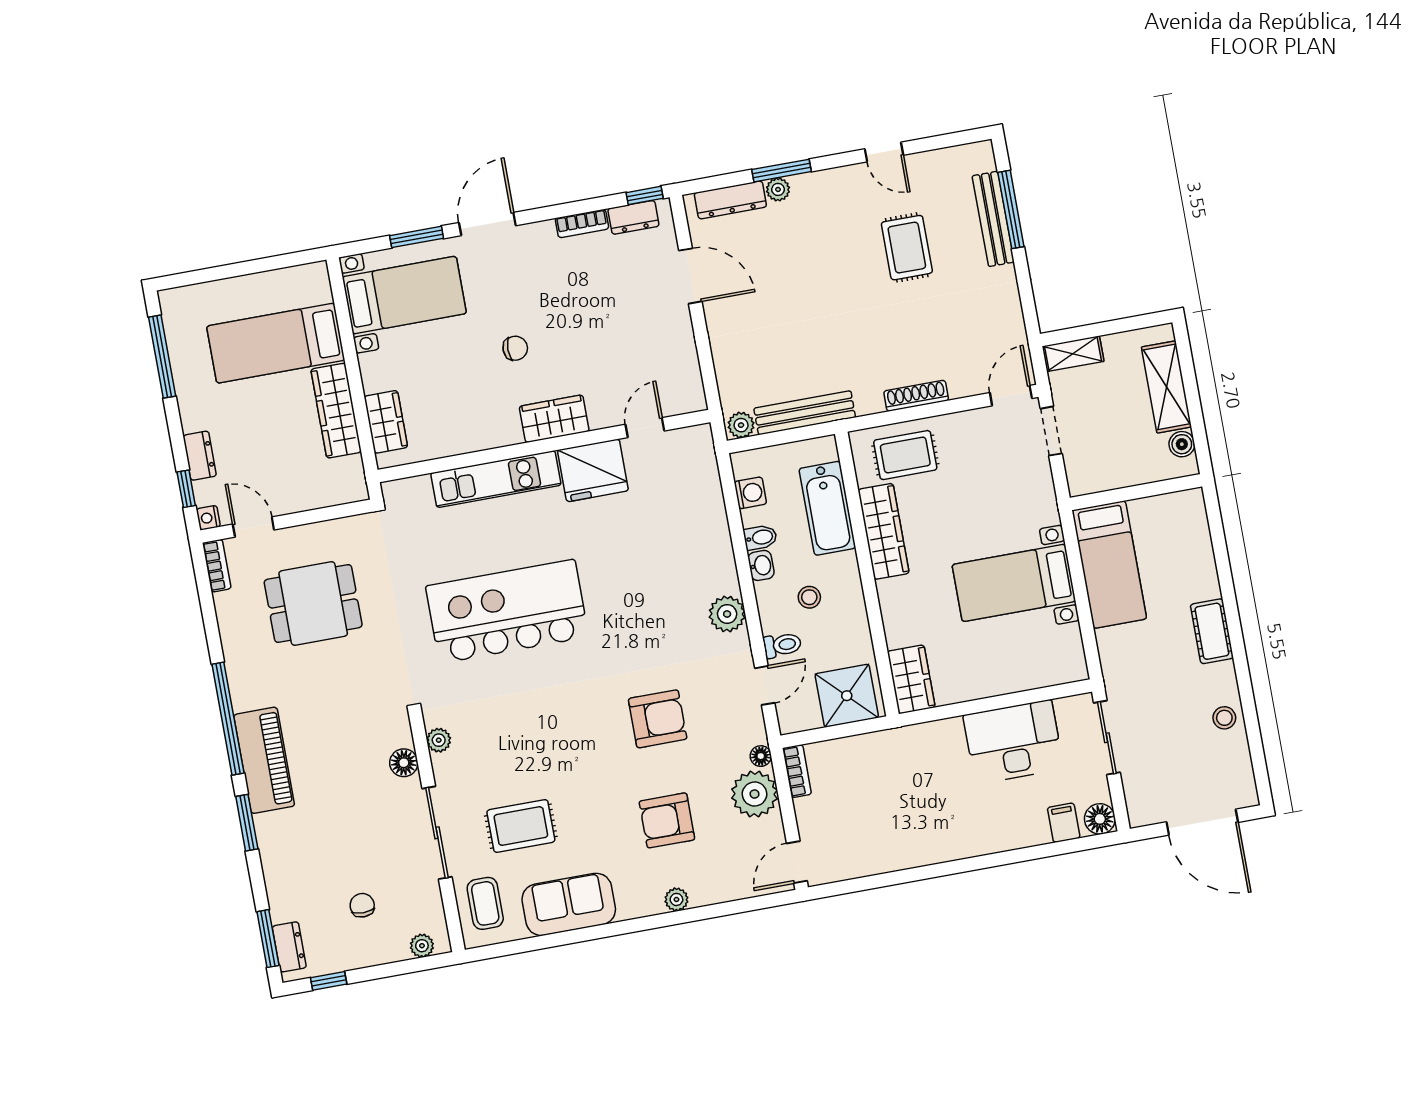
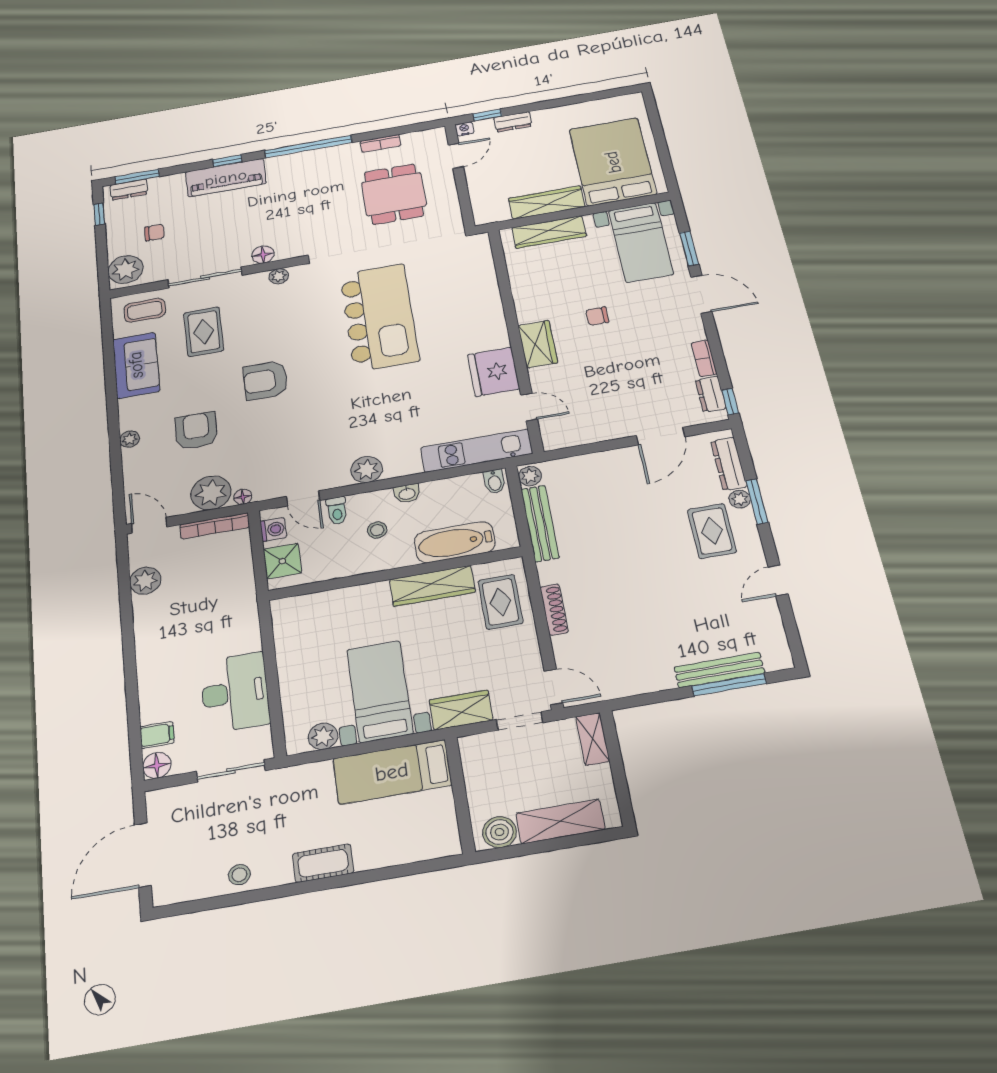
rug: (907, 248) -> (712, 531), moved, turned 90
bed: (276, 343) -> (613, 162), width x1.50
chair: (515, 348) -> (597, 316), turned 90
window: (162, 357) -> (590, 97), removed
wardrobe: (386, 422) -> (549, 232), width x1.50
boiler: (1182, 444) -> (499, 832), width x1.36, depth x1.36
kitchen unit: (496, 479) -> (477, 451), moved, turned 90
washing machine: (750, 493) -> (273, 529), moved, turned -90
bidet: (760, 537) -> (494, 481), moved
bookcase: (217, 566) -> (380, 143), moved
plant: (1067, 641) -> (323, 736), added
wardrobe: (911, 679) -> (461, 710), moved, turned 180
shower: (847, 696) -> (282, 561), width x0.73, depth x0.73
armchair: (658, 719) -> (266, 380), moved, turned 90
piano: (264, 760) -> (226, 178), moved
bookcase: (797, 771) -> (215, 526), width x1.56
window: (247, 823) -> (227, 161), width x0.67
plant: (870, 858) -> (145, 581), added
plant: (422, 946) -> (125, 269), width x1.87, depth x1.87

